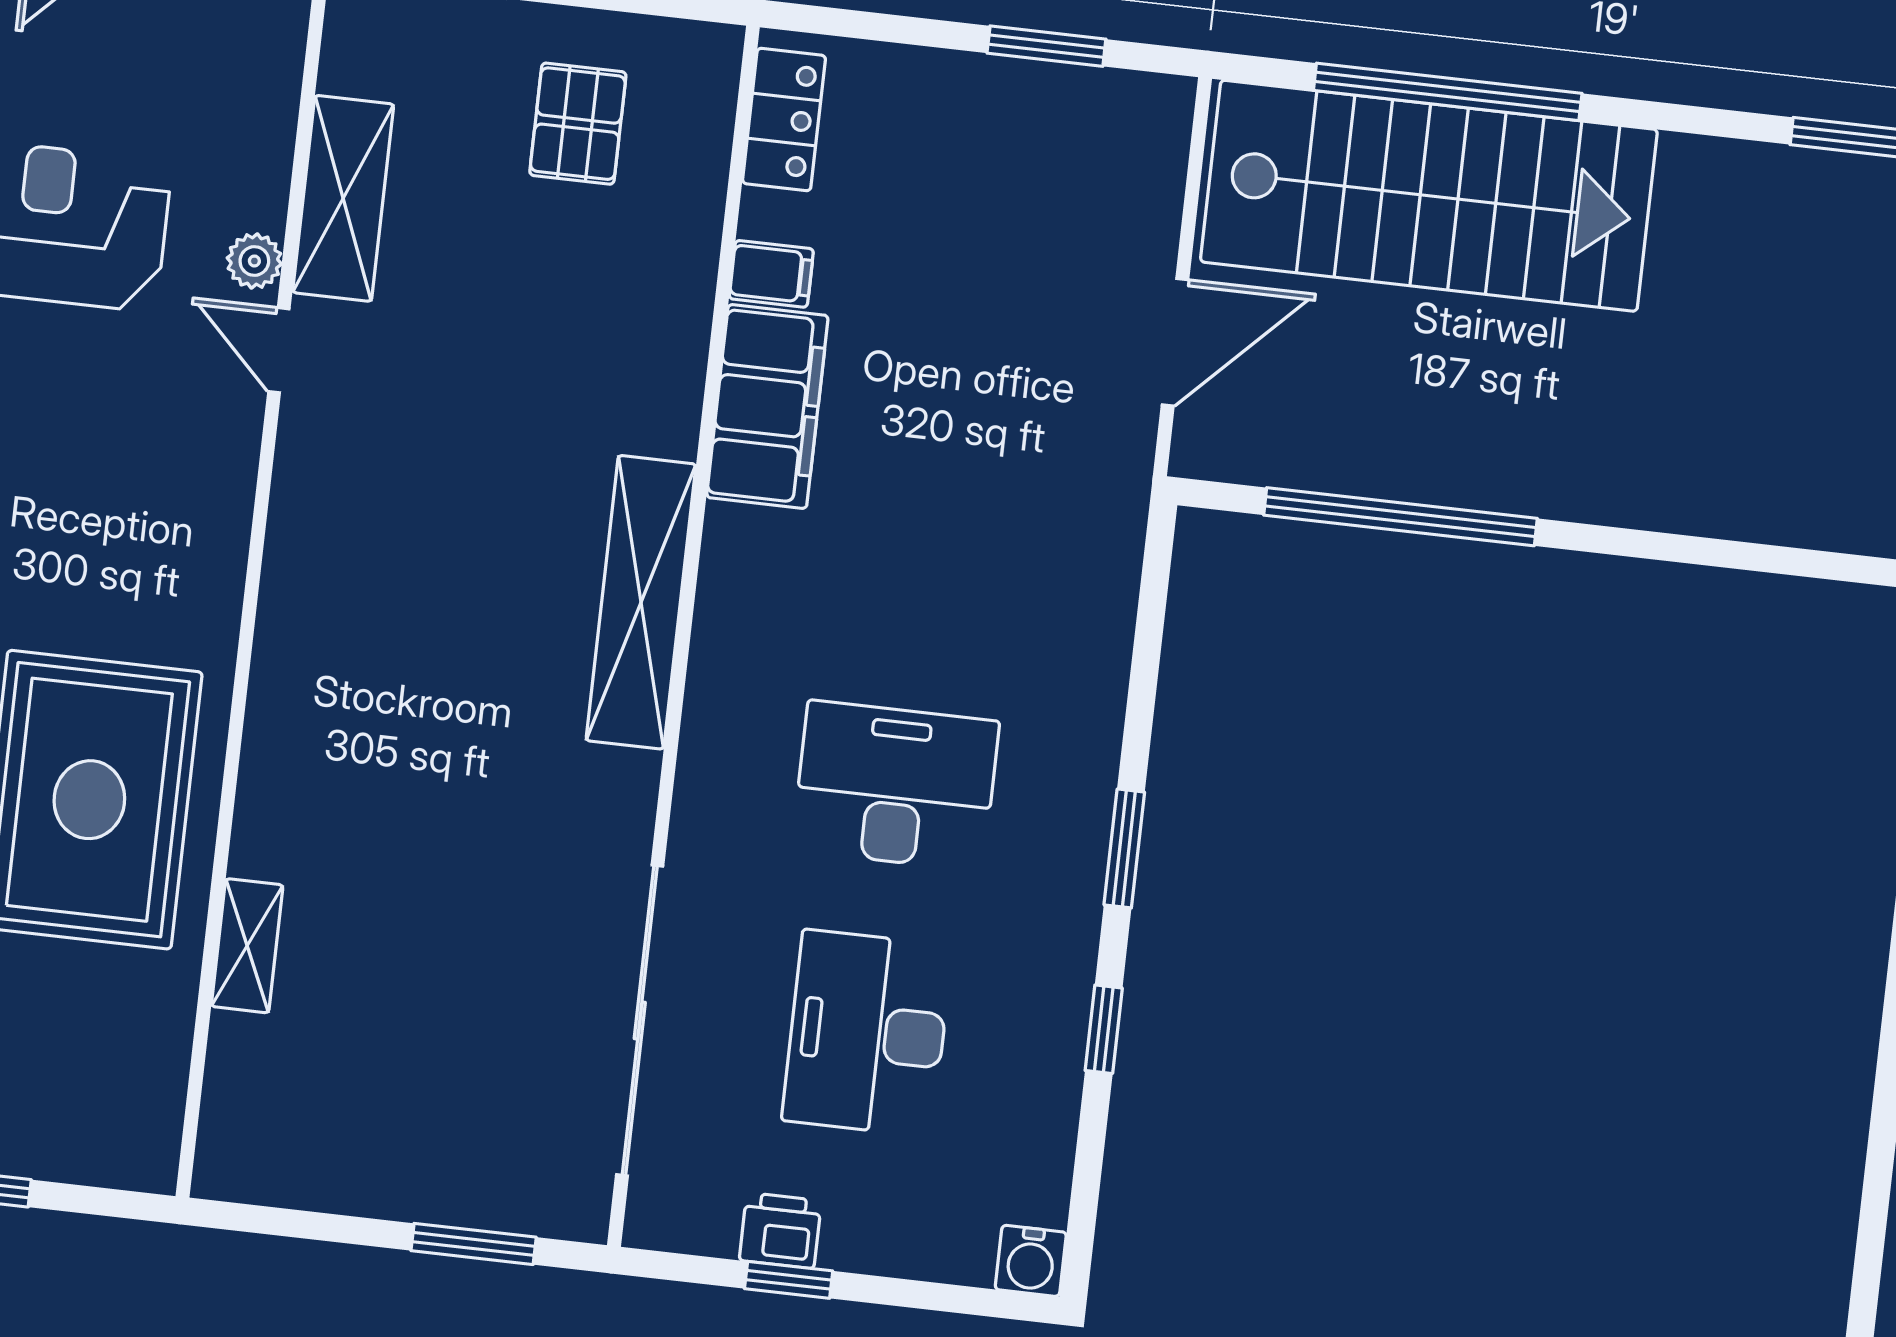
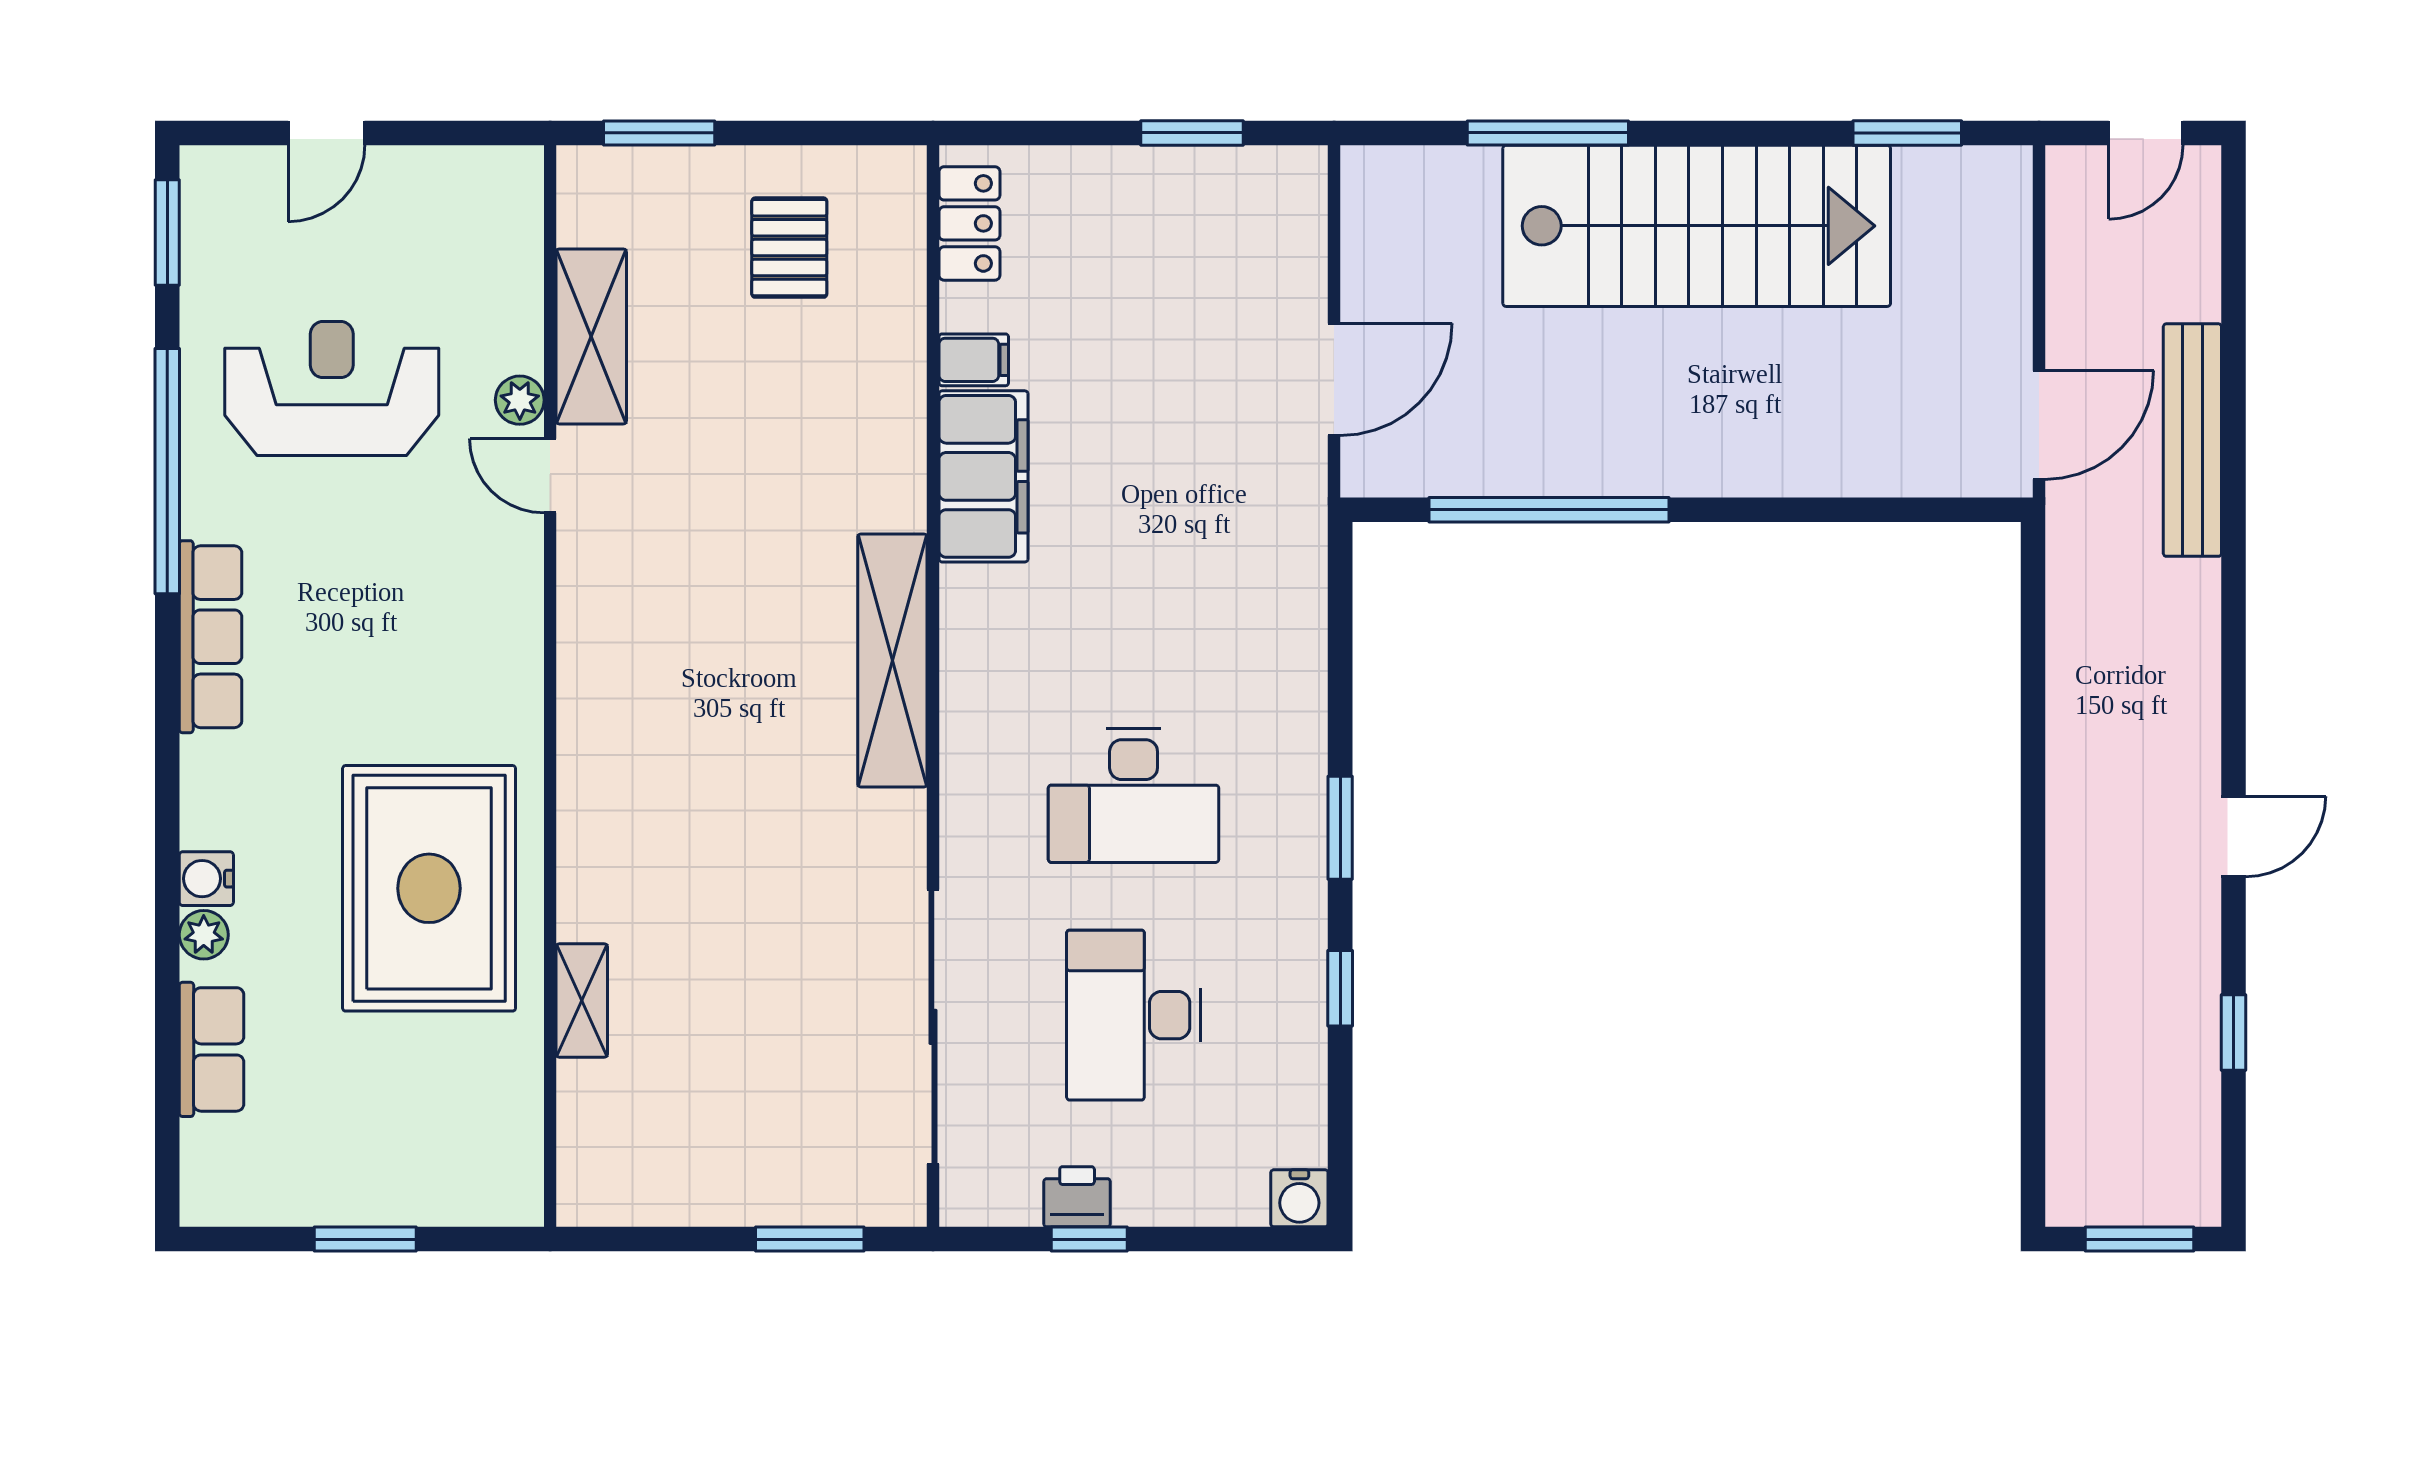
window: (1448, 92) -> (1548, 133), width x0.68
stairs: (1429, 196) -> (1697, 226), moved
desk: (895, 786) -> (1134, 796), turned 180

